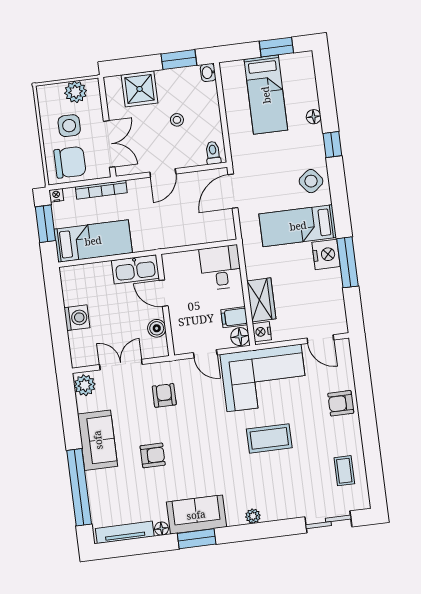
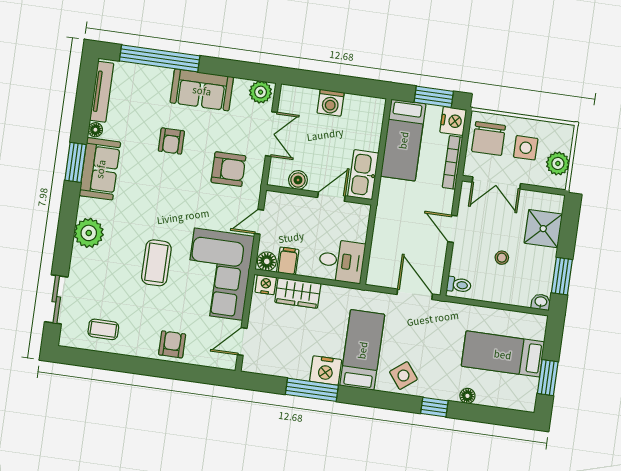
nightstand: (56, 195) -> (453, 121), width x1.89, depth x1.79
armchair: (164, 395) -> (228, 169), width x1.38, depth x1.38
plant: (253, 516) -> (89, 233), width x1.87, depth x1.87

